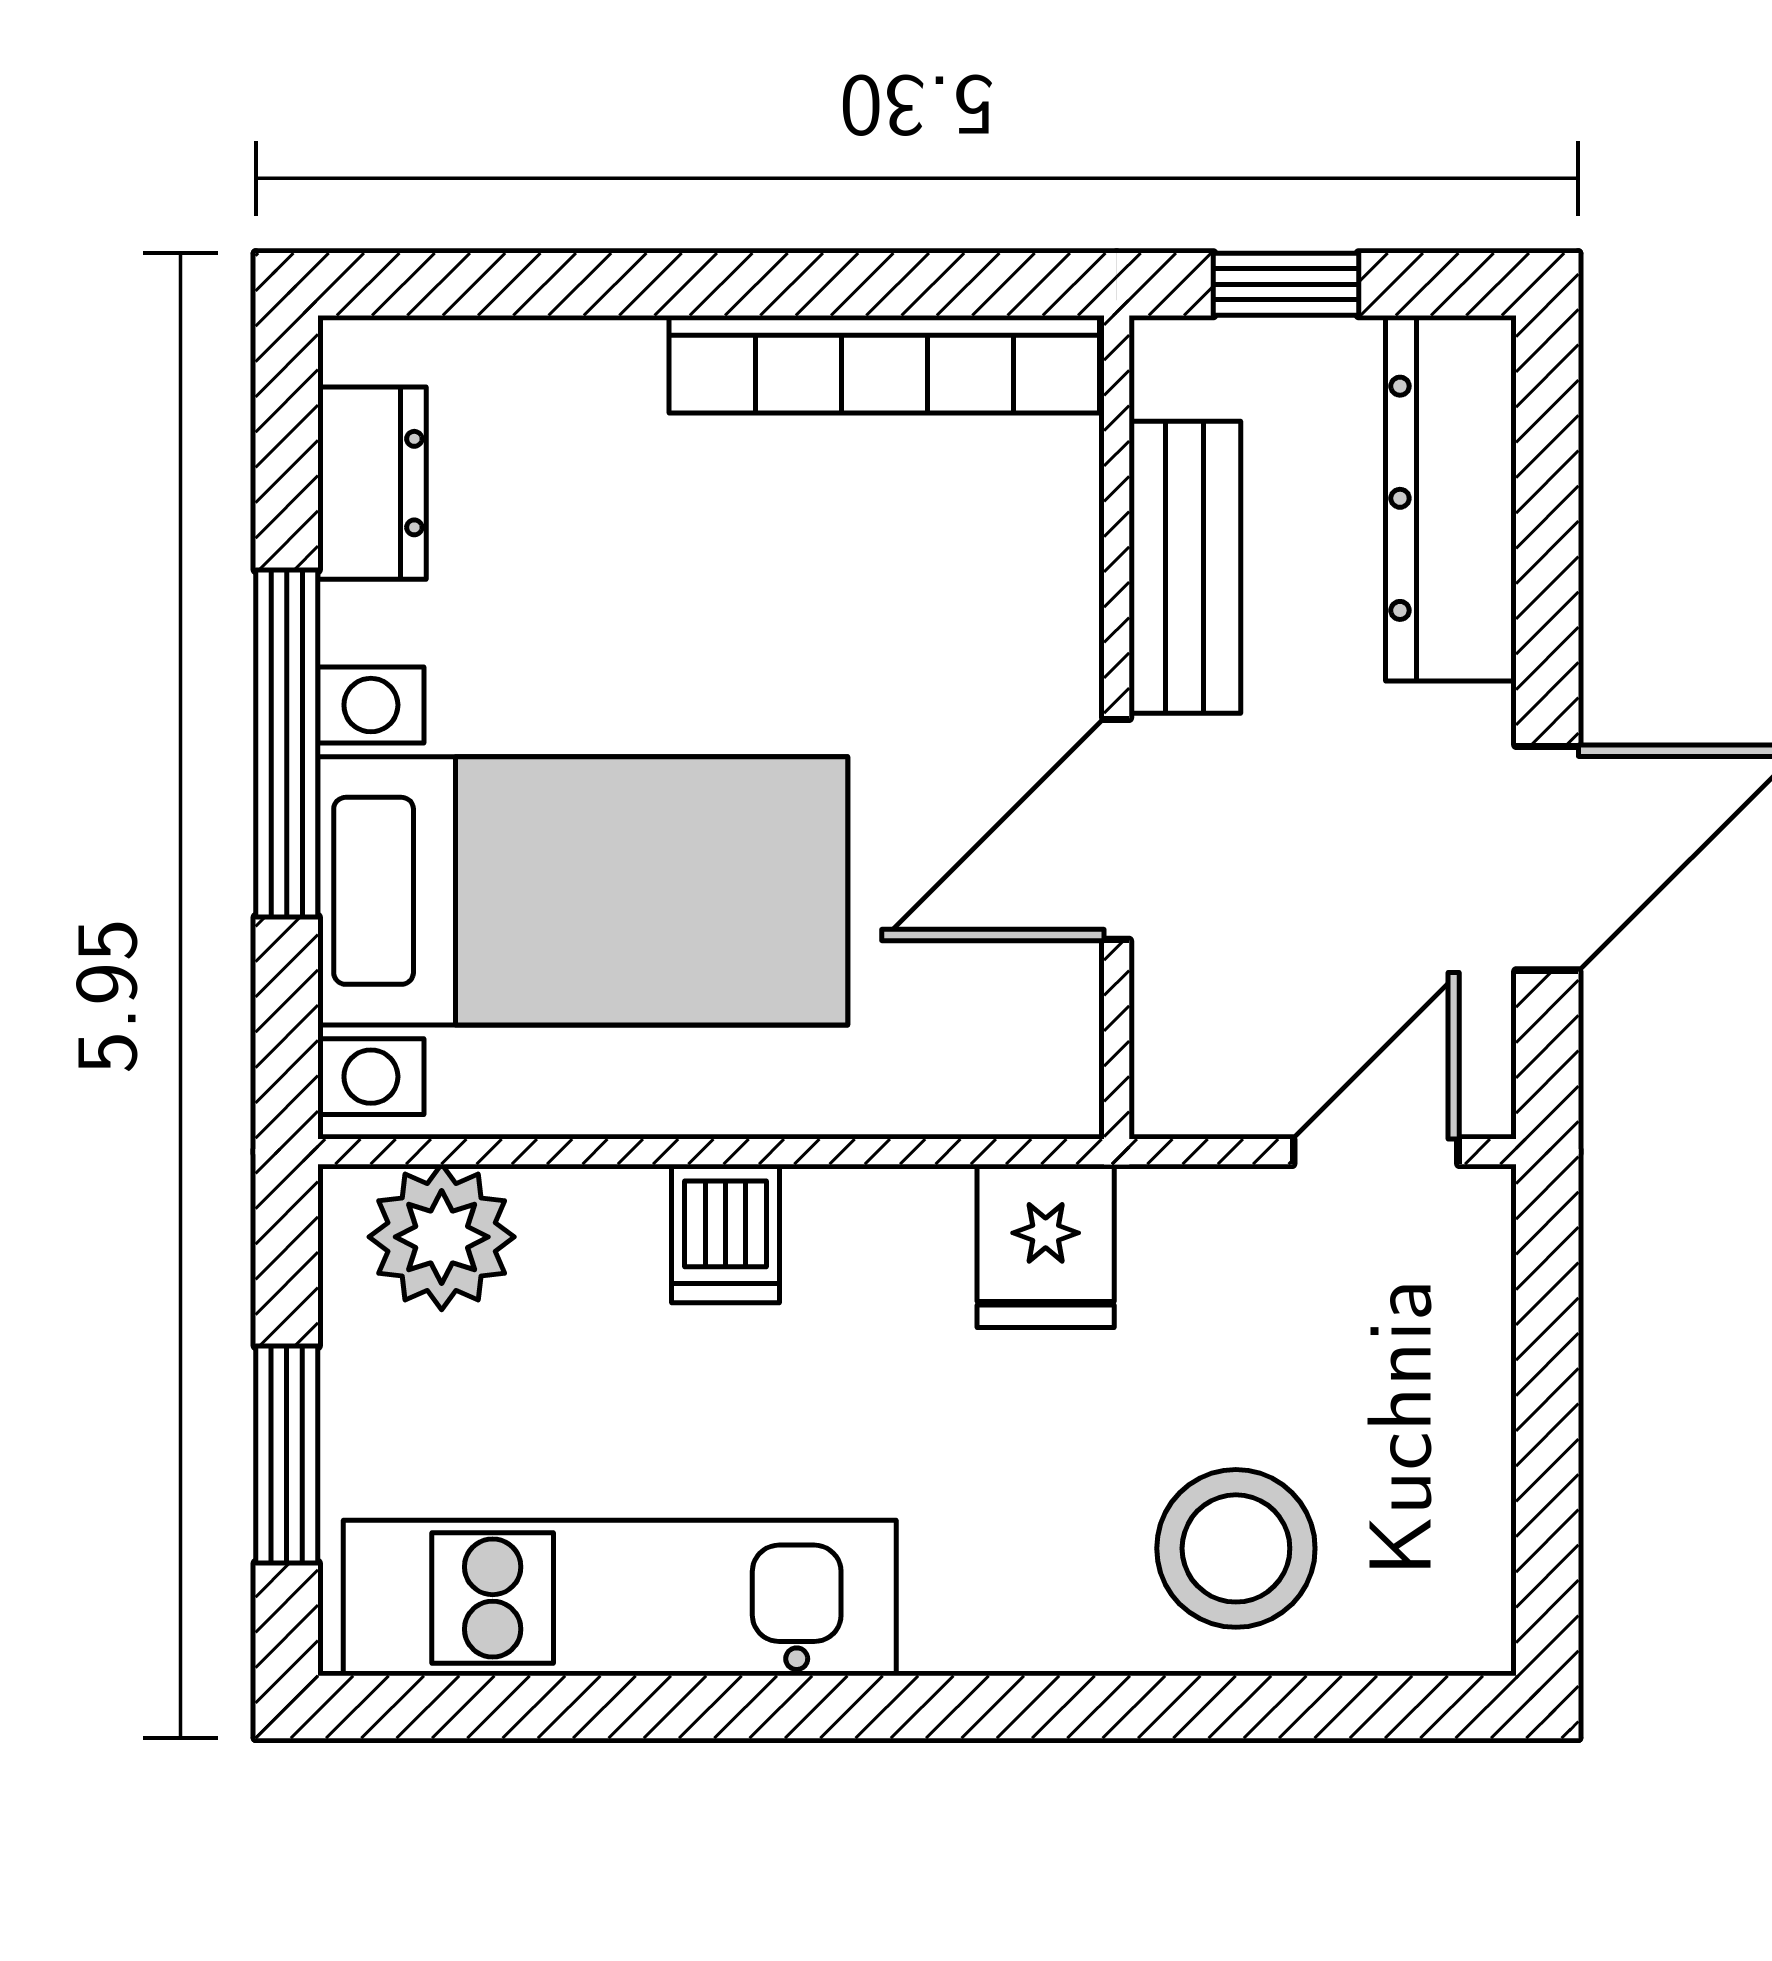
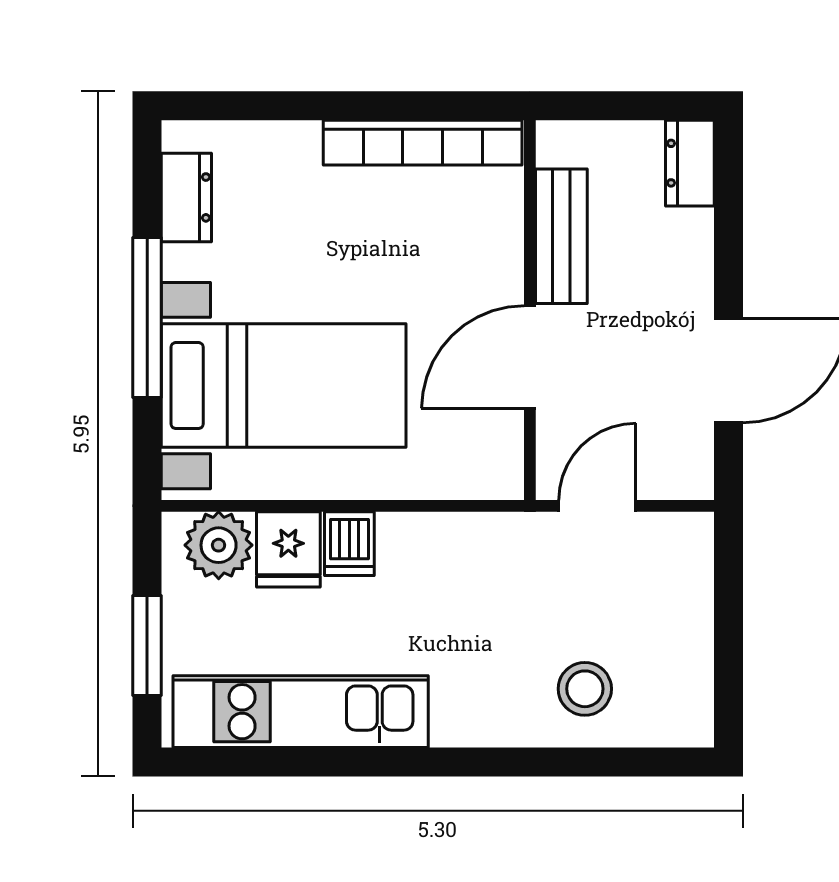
window: (1286, 284) -> (608, 106), removed
dresser: (1451, 498) -> (690, 163), width x0.51, depth x0.80
door: (1376, 1152) -> (597, 506), moved
fridge: (1046, 1246) -> (288, 549), moved
stool: (1236, 1548) -> (585, 689), width x0.73, depth x0.73

